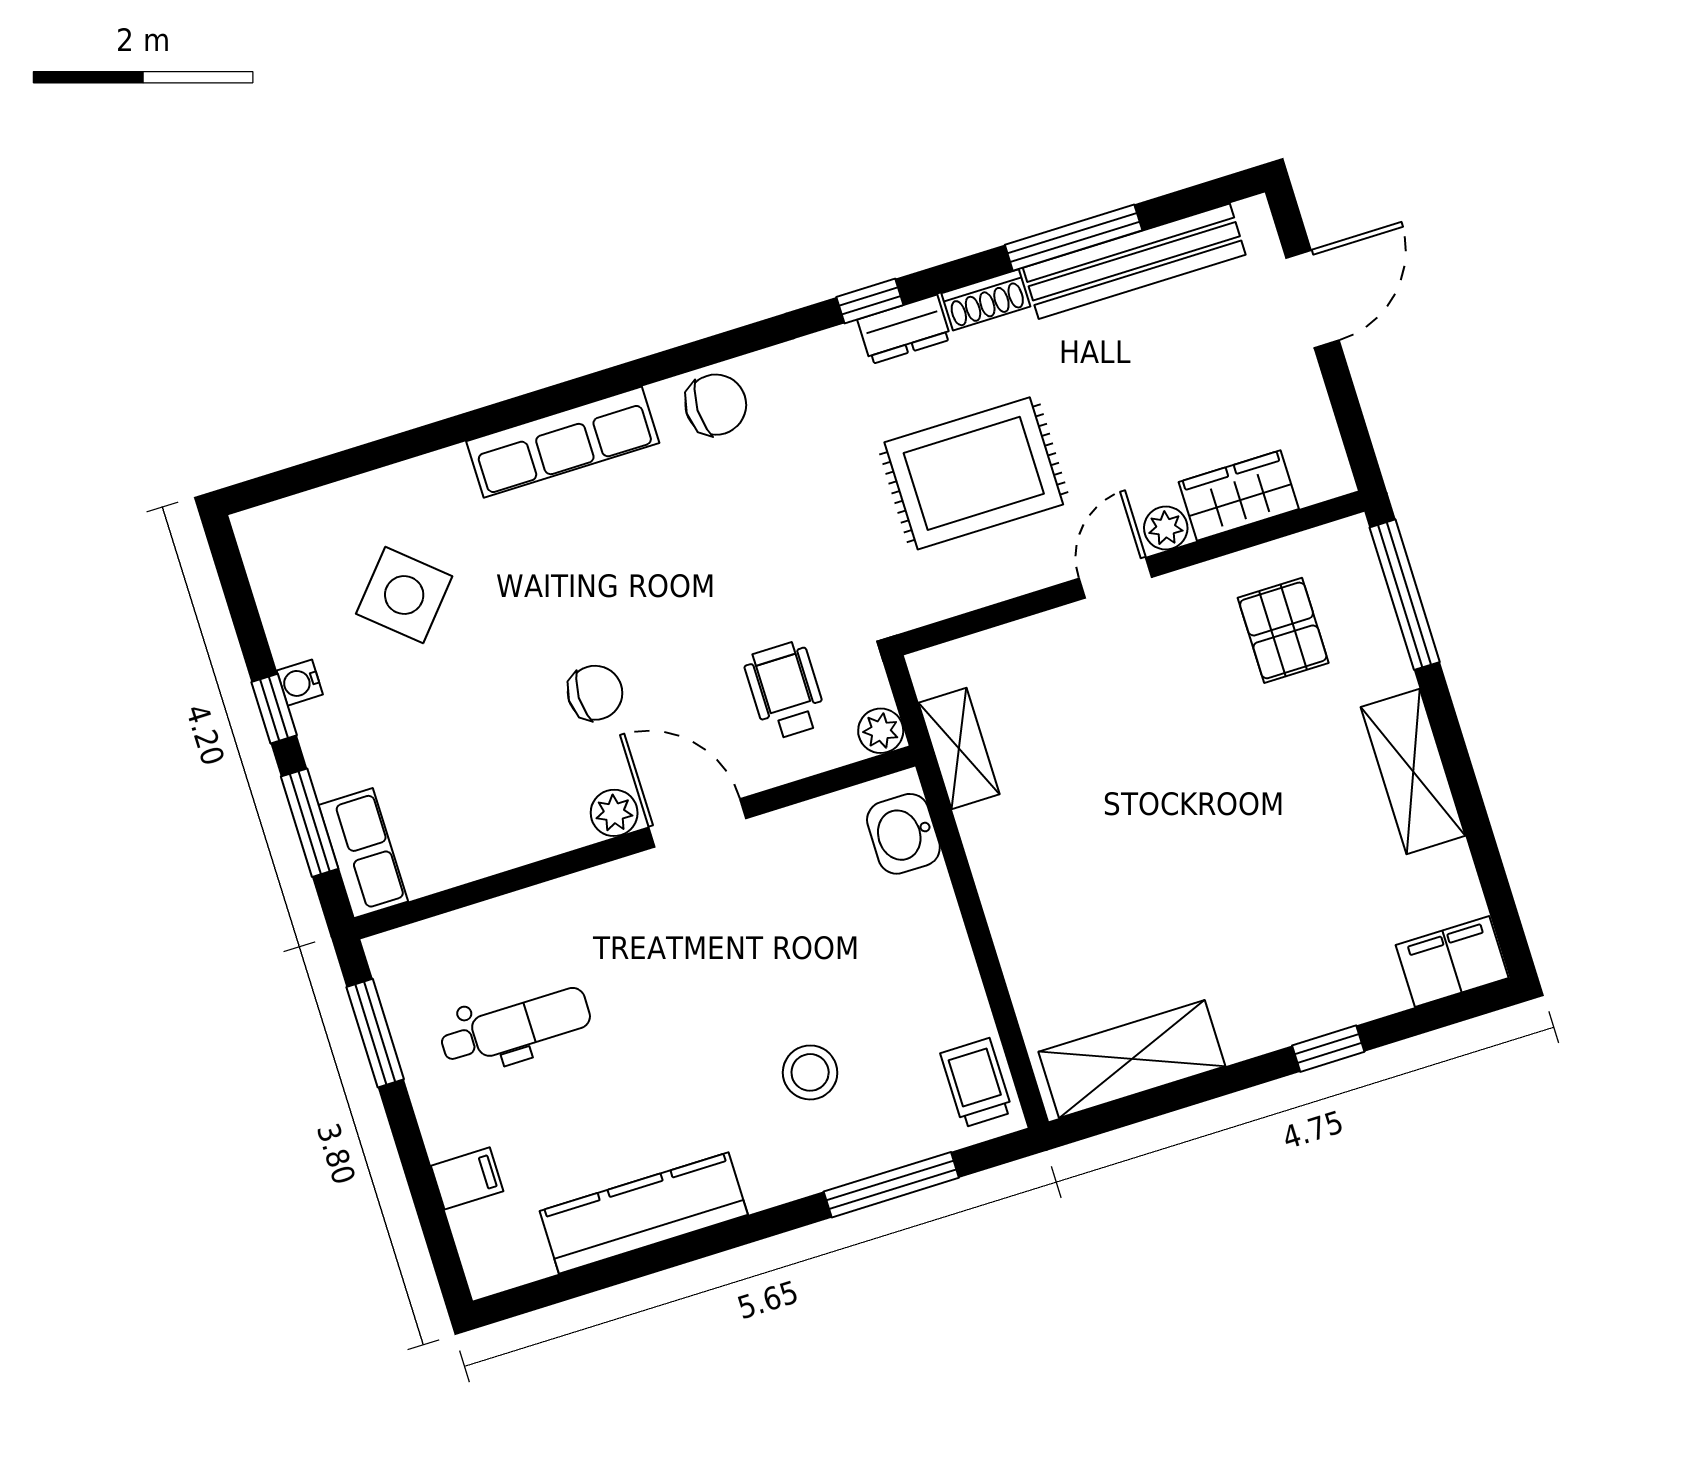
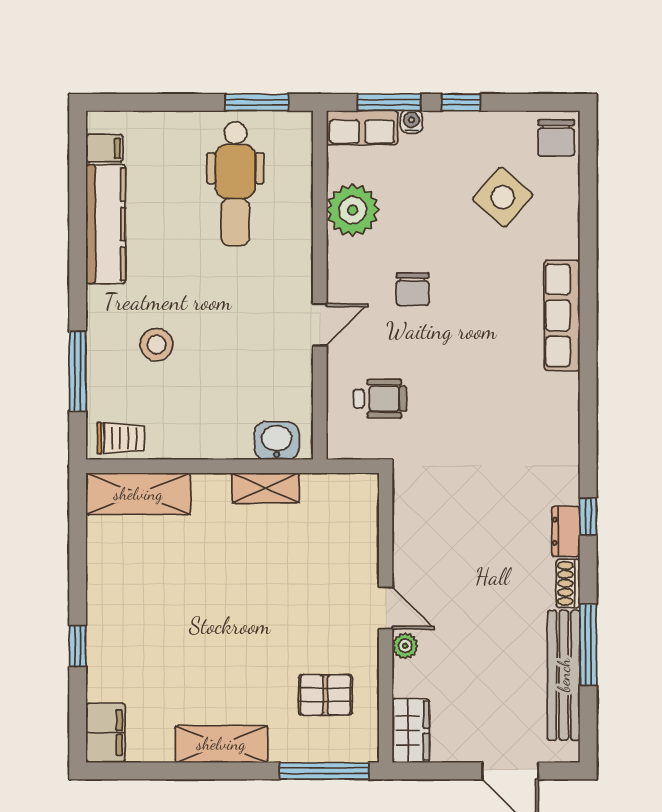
chair: (716, 405) -> (556, 138), moved
rug: (974, 473) -> (471, 545), removed
wardrobe: (1239, 496) -> (411, 731), moved
water cooler: (300, 683) -> (411, 122), moved
plant: (881, 731) -> (340, 446), removed
shelving: (959, 748) -> (266, 488), moved
plant: (614, 813) -> (353, 210), moved, width x1.88, depth x1.88
door: (697, 823) -> (320, 325), width x0.73
dental chair: (515, 1027) -> (235, 184), width x1.36, depth x1.38
shelving: (1132, 1059) -> (138, 494), moved, turned 90
filing cabinet: (467, 1178) -> (104, 148), moved, turned -90

